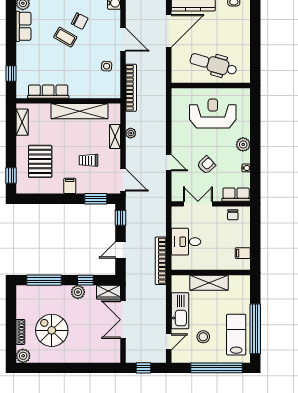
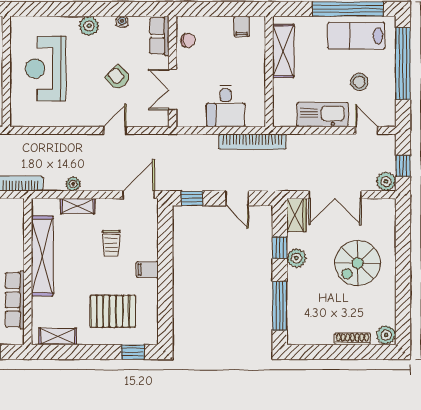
window: (96, 199) -> (165, 233), removed
shelving: (209, 283) -> (283, 51), moved
spiral stairs: (52, 330) -> (358, 263), moved
plant: (132, 356) -> (386, 181), added

